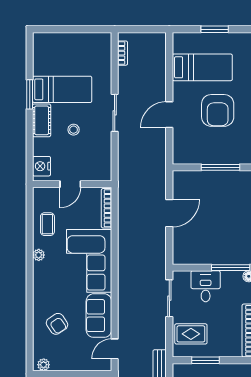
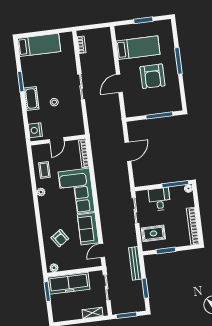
bed: (62, 89) -> (39, 45), moved

